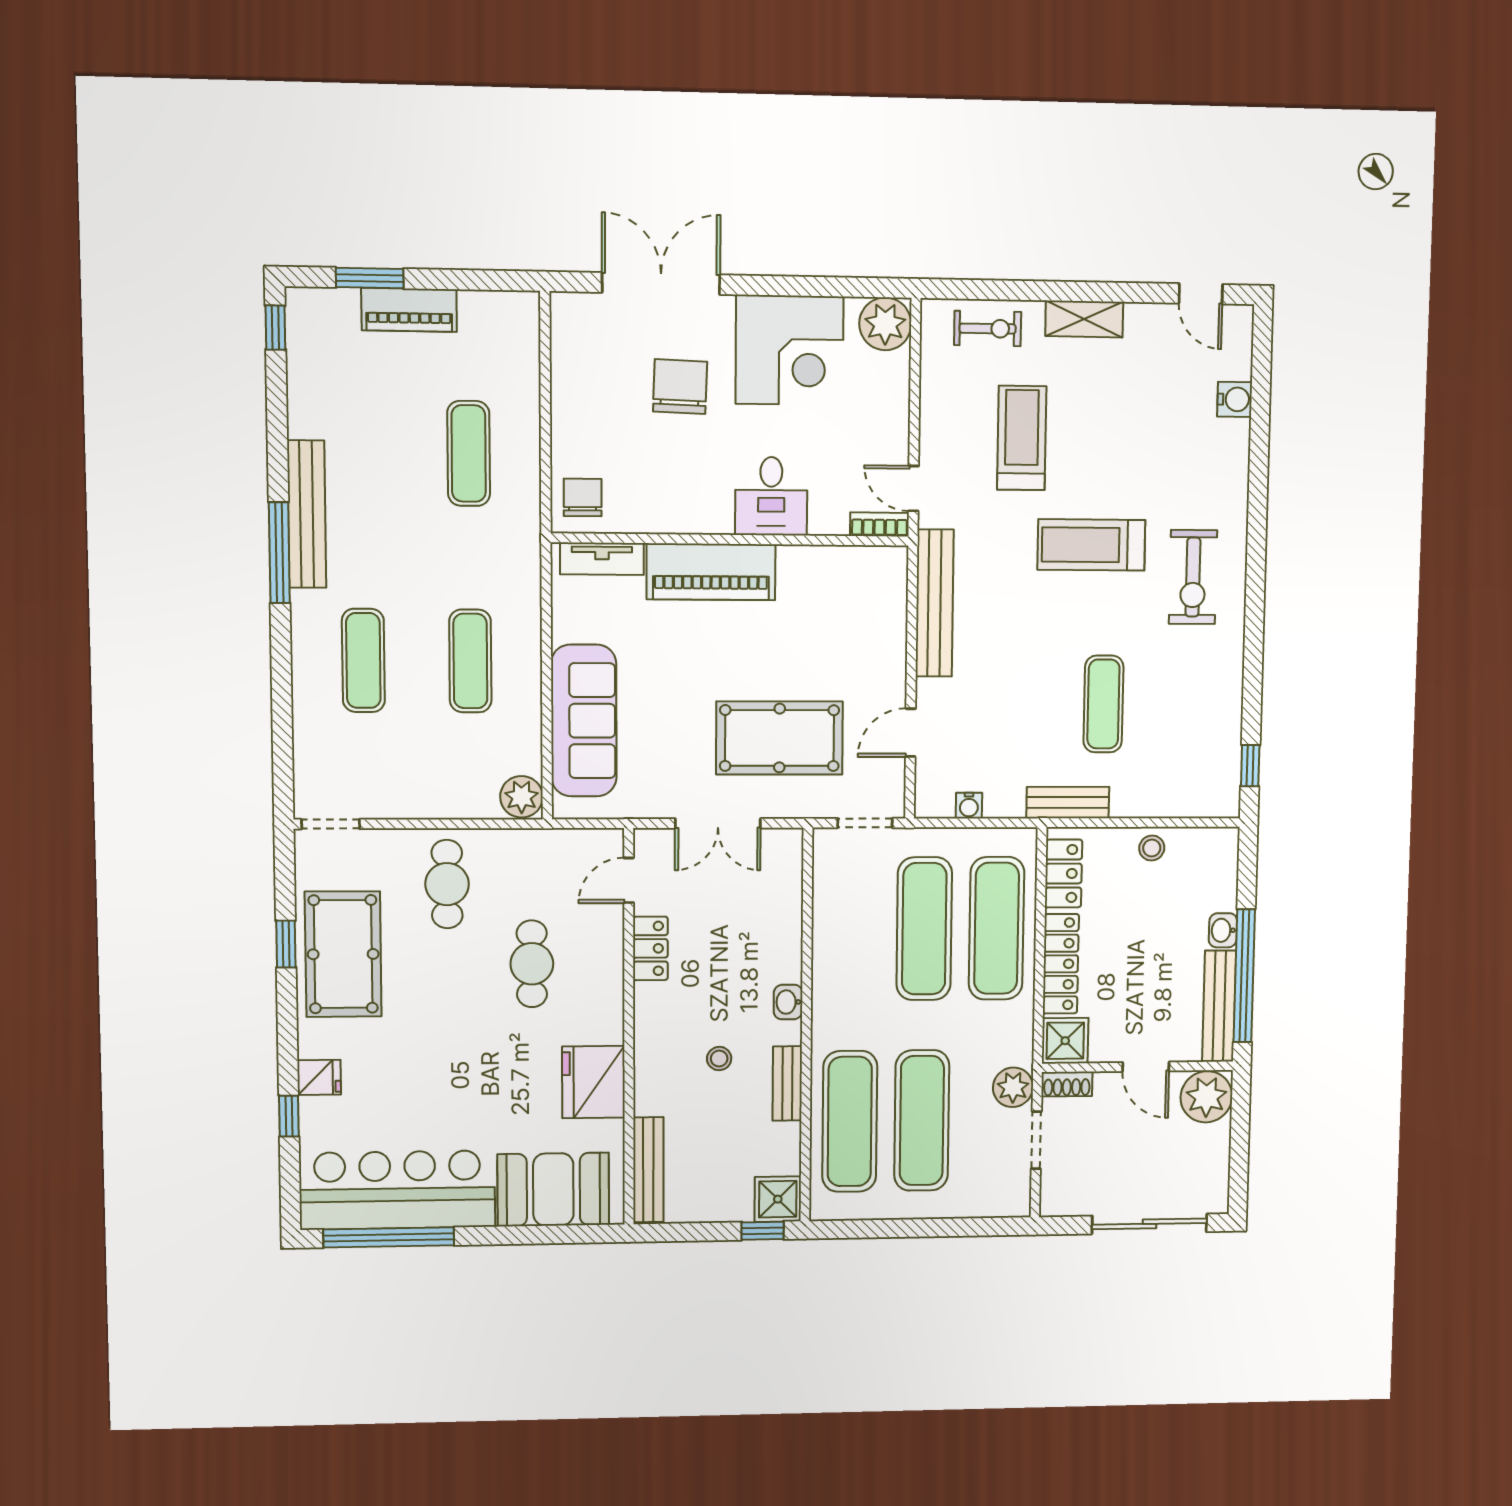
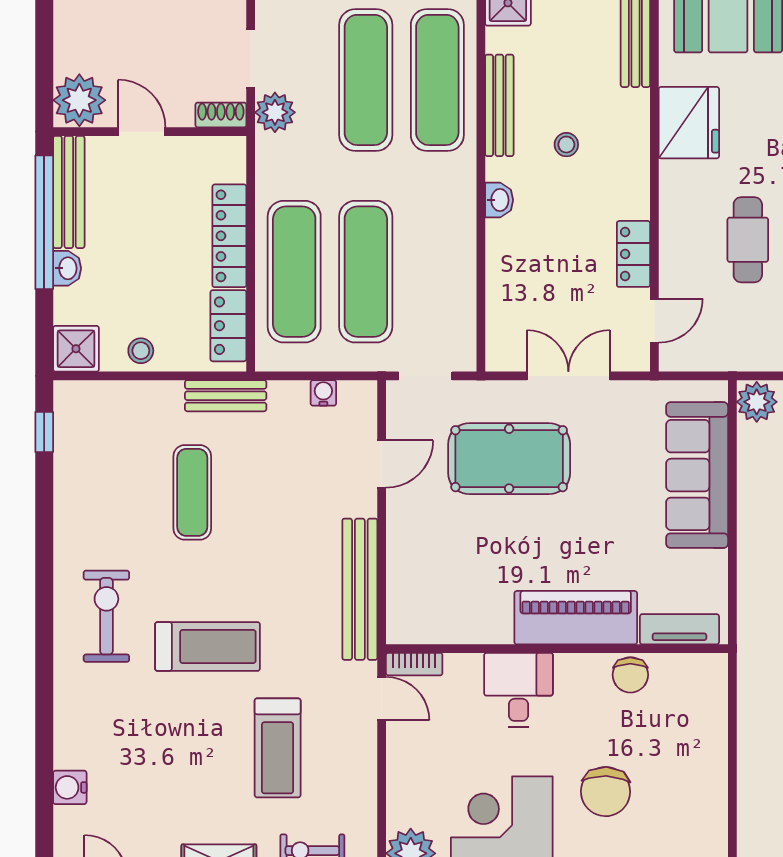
chair: (583, 497) -> (630, 675), moved
shower: (1065, 1041) -> (76, 349), moved
bench: (787, 1083) -> (499, 105), width x1.36

